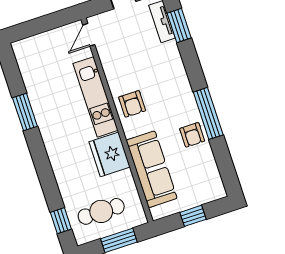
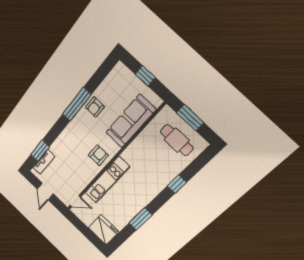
armchair: (192, 135) -> (95, 107), turned 180
fridge: (110, 154) -> (103, 230), moved, turned -90
window: (61, 221) -> (177, 184), moved

